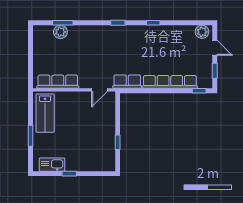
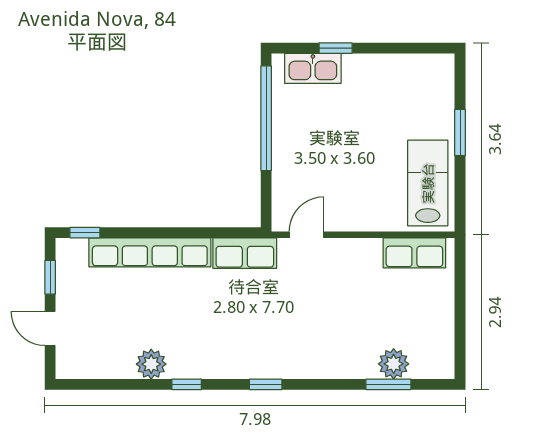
plant: (202, 32) -> (151, 364), moved
row of seats: (58, 82) -> (414, 253), width x0.68
window: (118, 142) -> (266, 118), width x3.17
kitchen sink: (52, 165) -> (313, 68), moved
window: (69, 174) -> (336, 48), moved

